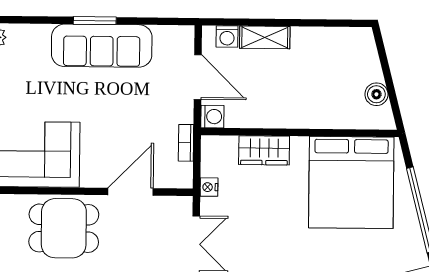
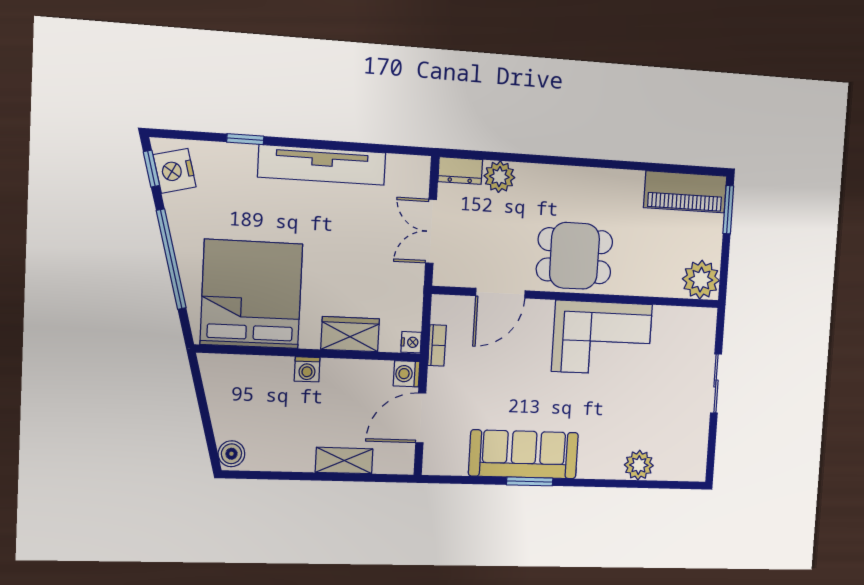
washing machine: (227, 36) -> (307, 369), moved, turned 180
door: (198, 77) -> (421, 418), hinge flipped
boiler: (376, 94) -> (231, 454), moved
nightstand: (209, 187) -> (411, 342), moved

